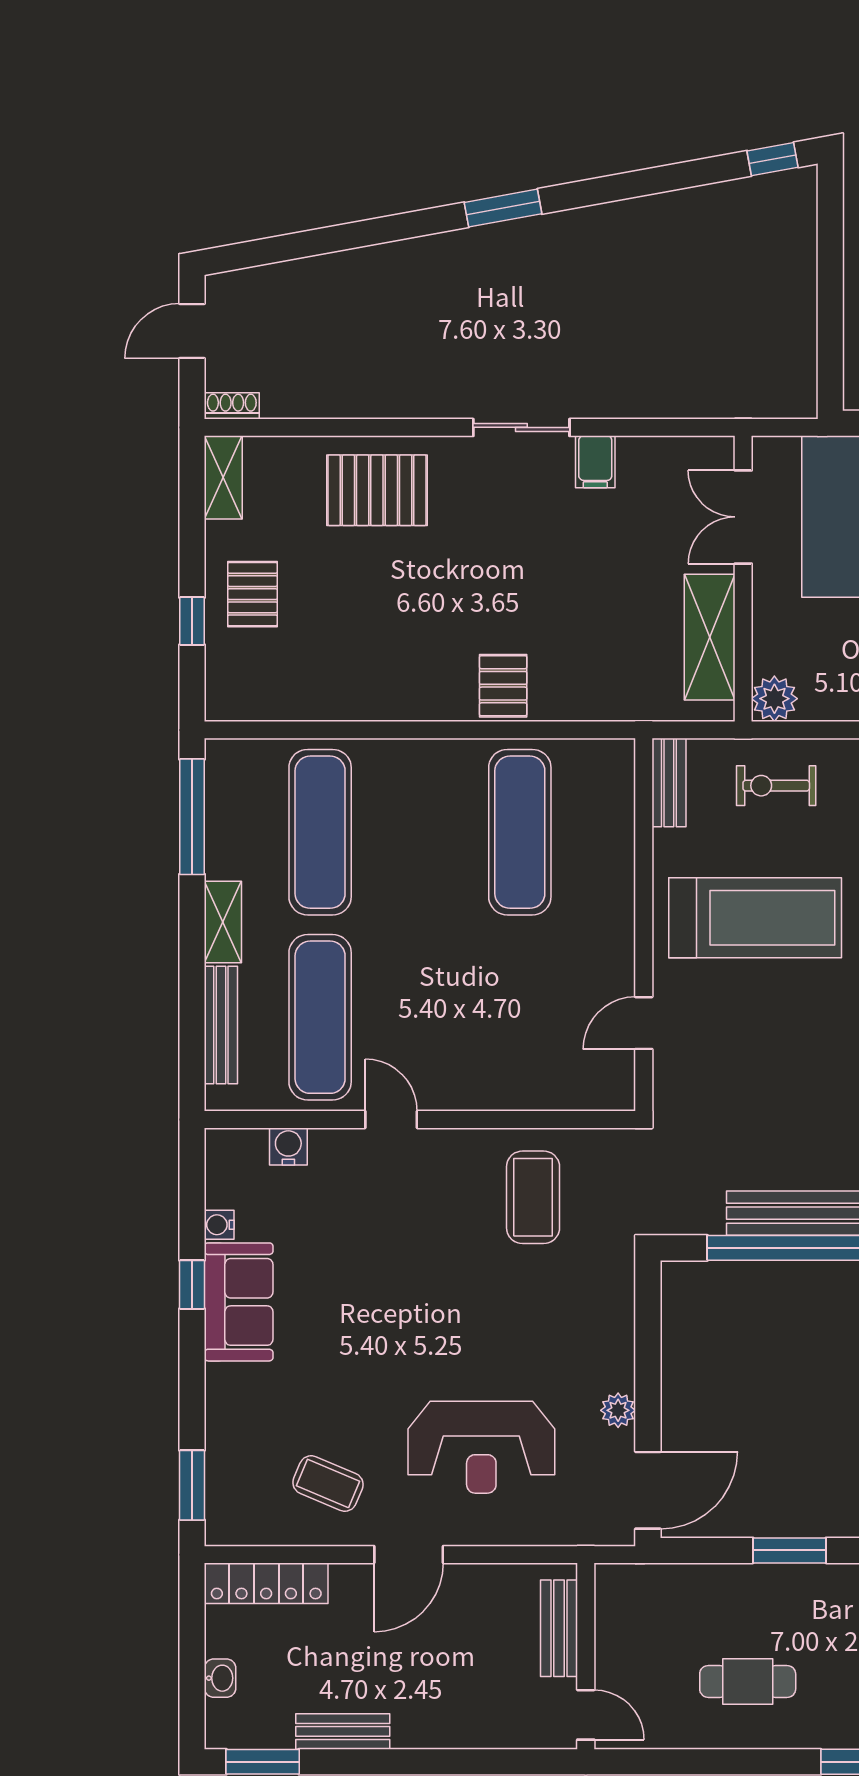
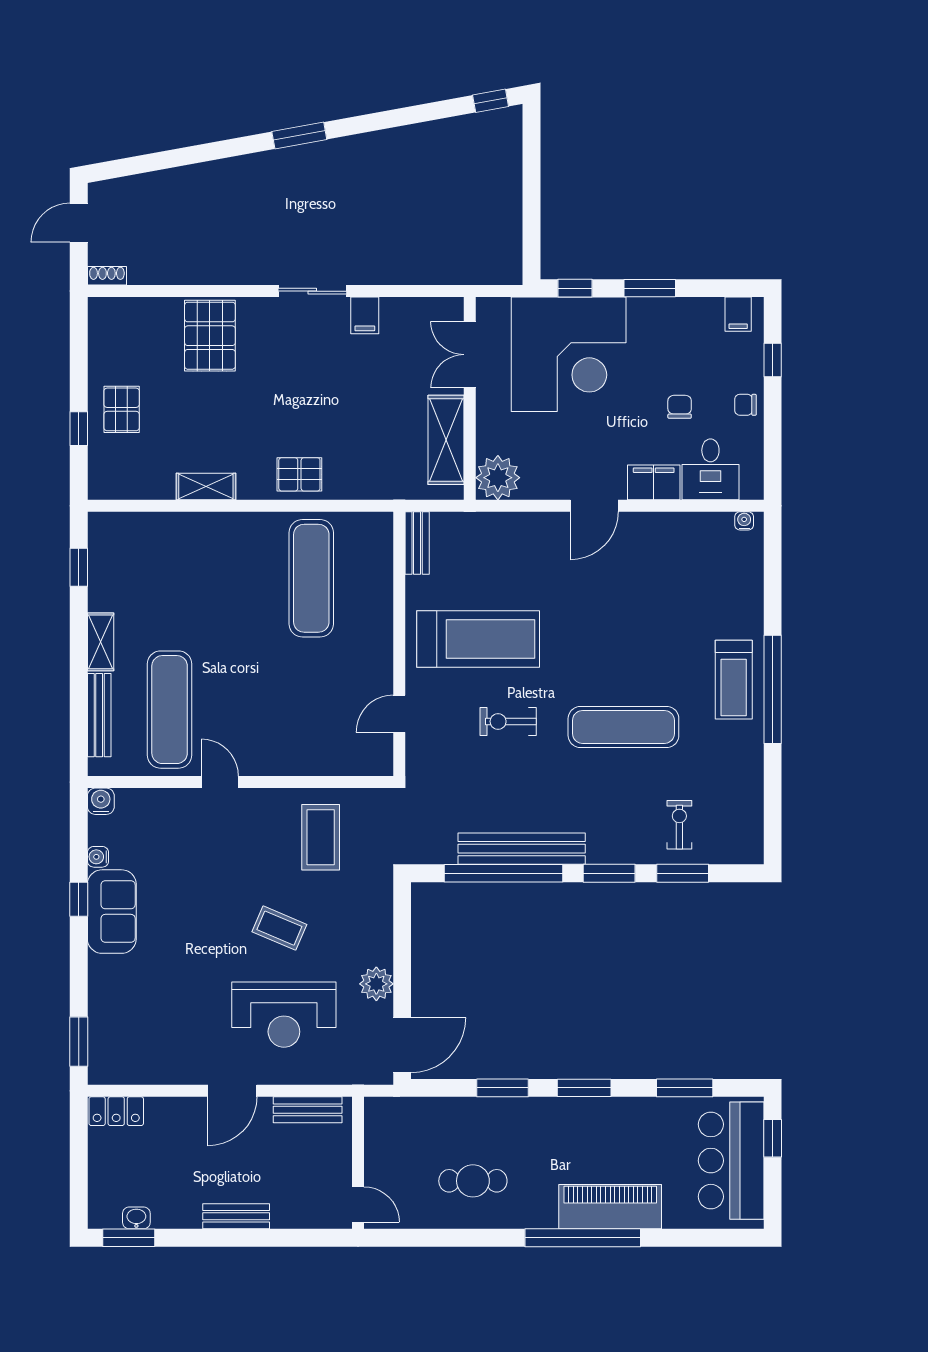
shelving: (223, 477) -> (206, 487), moved, turned 90
pallet: (377, 490) -> (210, 336), turned 90
pallet: (503, 686) -> (299, 474), turned 90
plant: (774, 699) -> (498, 478), width x1.36, depth x1.36
exercise bike: (776, 786) -> (508, 721), moved
window: (192, 817) -> (79, 567), width x0.46
exercise mat: (320, 832) -> (170, 578), removed
water cooler: (288, 1146) -> (101, 801), moved
plant: (618, 1410) -> (376, 984), width x1.38, depth x1.38
coffee table: (328, 1483) -> (279, 928), moved
locker: (266, 1583) -> (116, 1111), width x0.66
bench: (559, 1628) -> (308, 1110), moved, turned 90
washbasin: (220, 1678) -> (136, 1218), moved, turned -90
bench: (343, 1731) -> (236, 1216), moved

